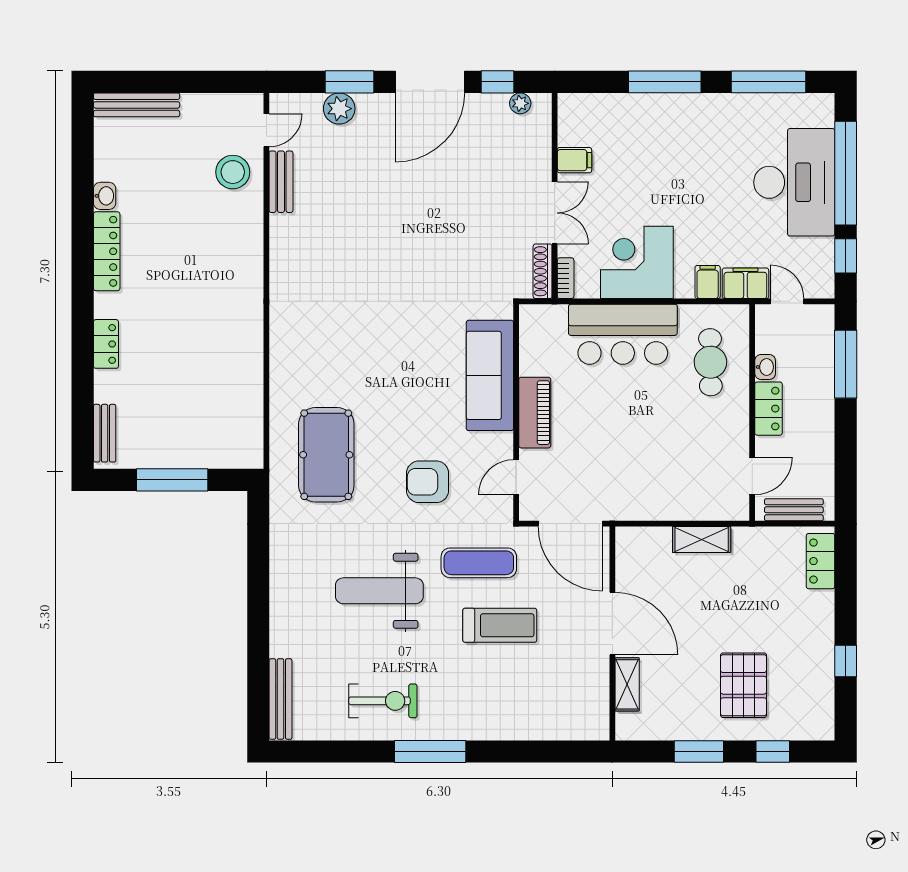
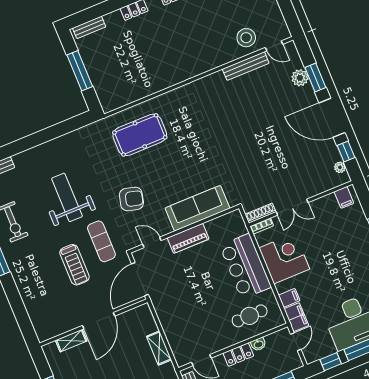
filing cabinet: (574, 160) -> (344, 197), moved
bench: (281, 182) -> (246, 66), width x1.36
pool table: (326, 455) -> (140, 135), moved
armchair: (428, 482) -> (131, 199), turned 104

